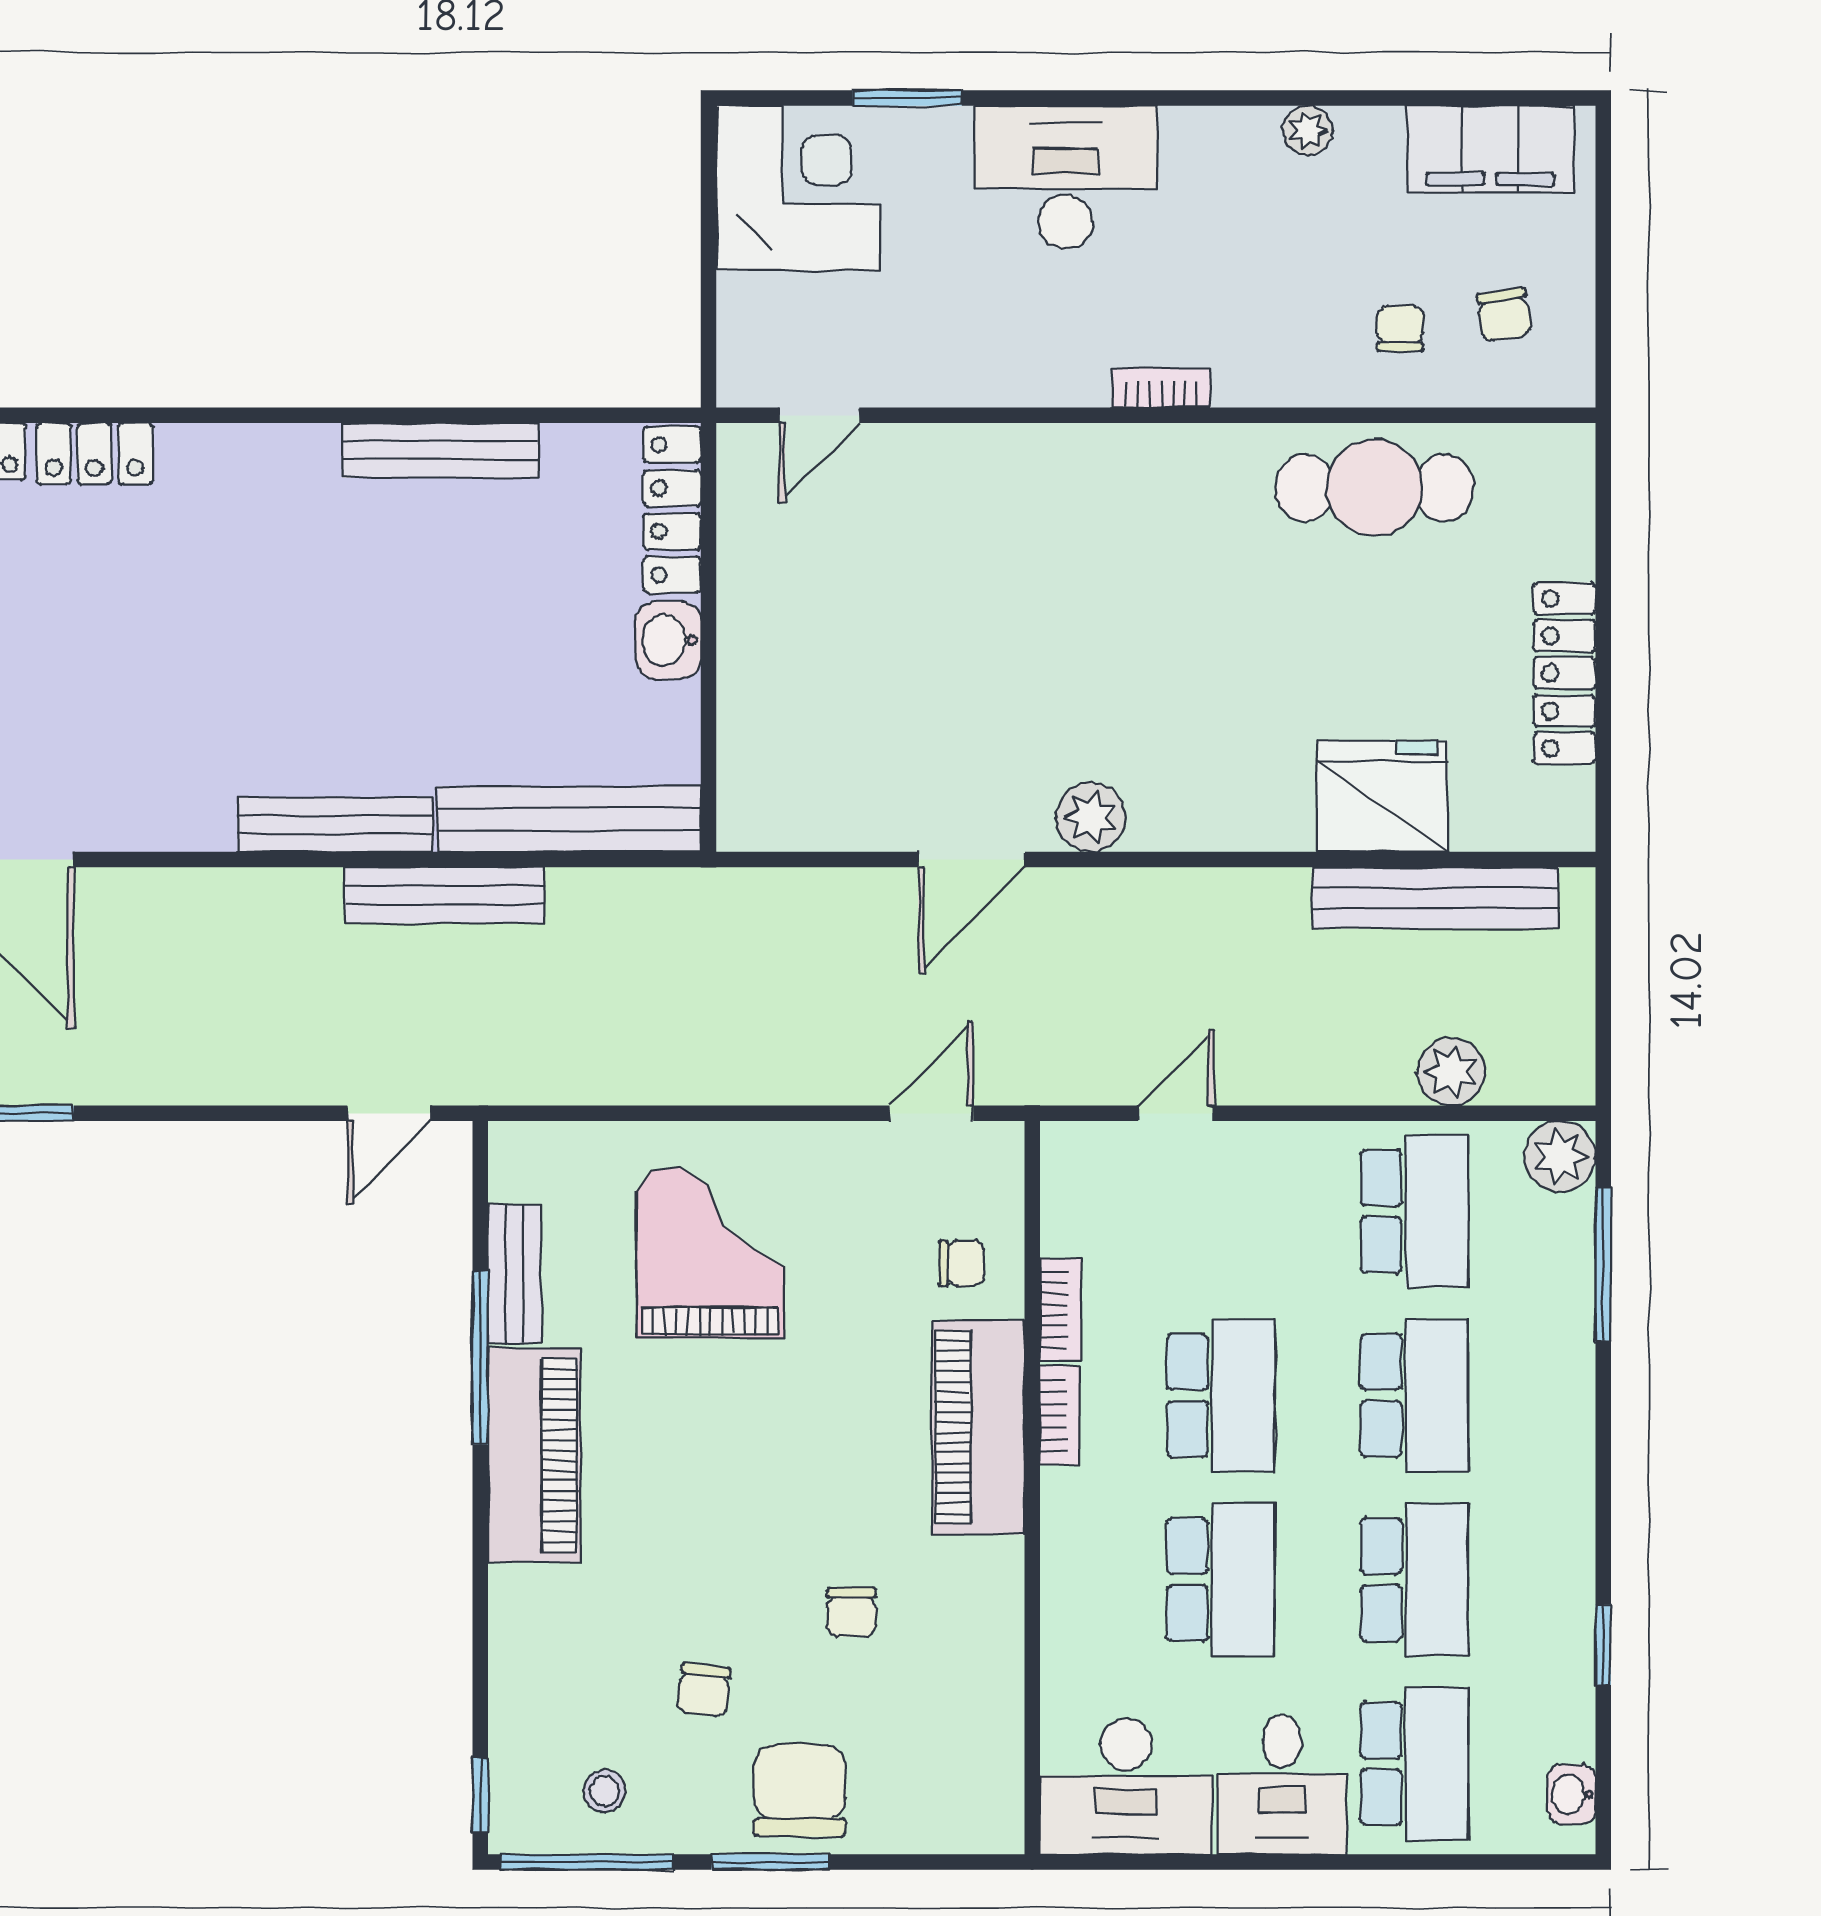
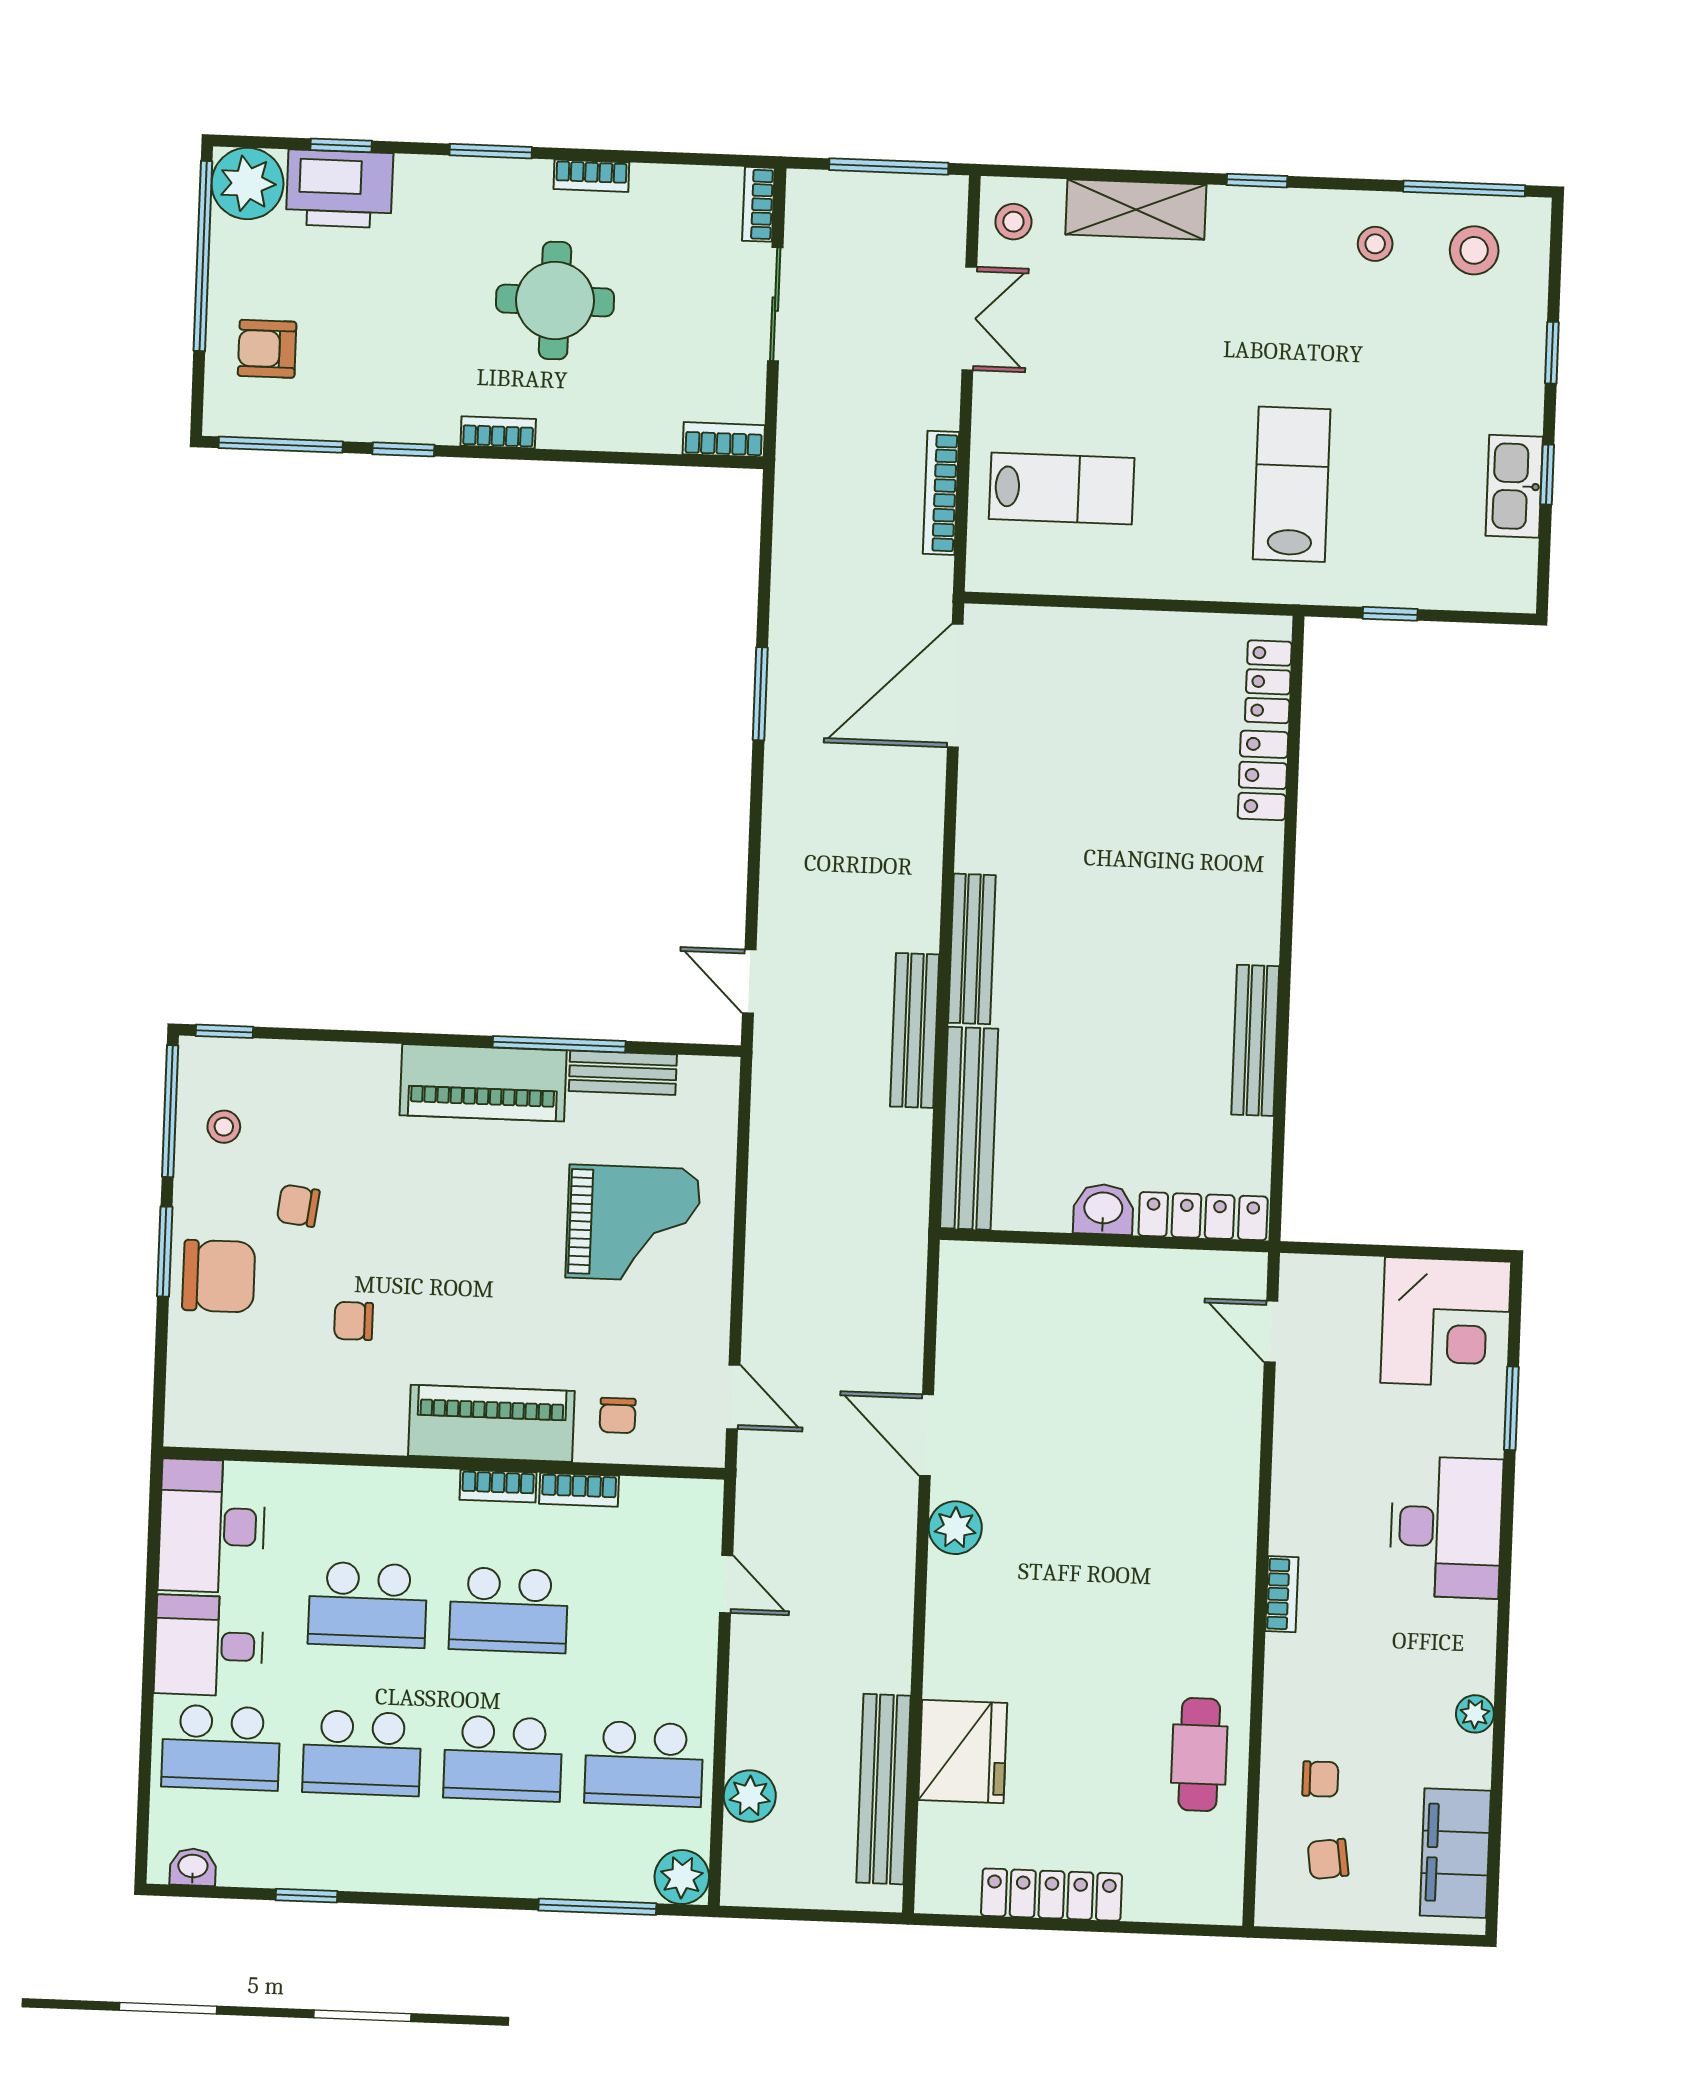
cafe table: (1374, 488) -> (1199, 1755), width x0.73, depth x0.74

